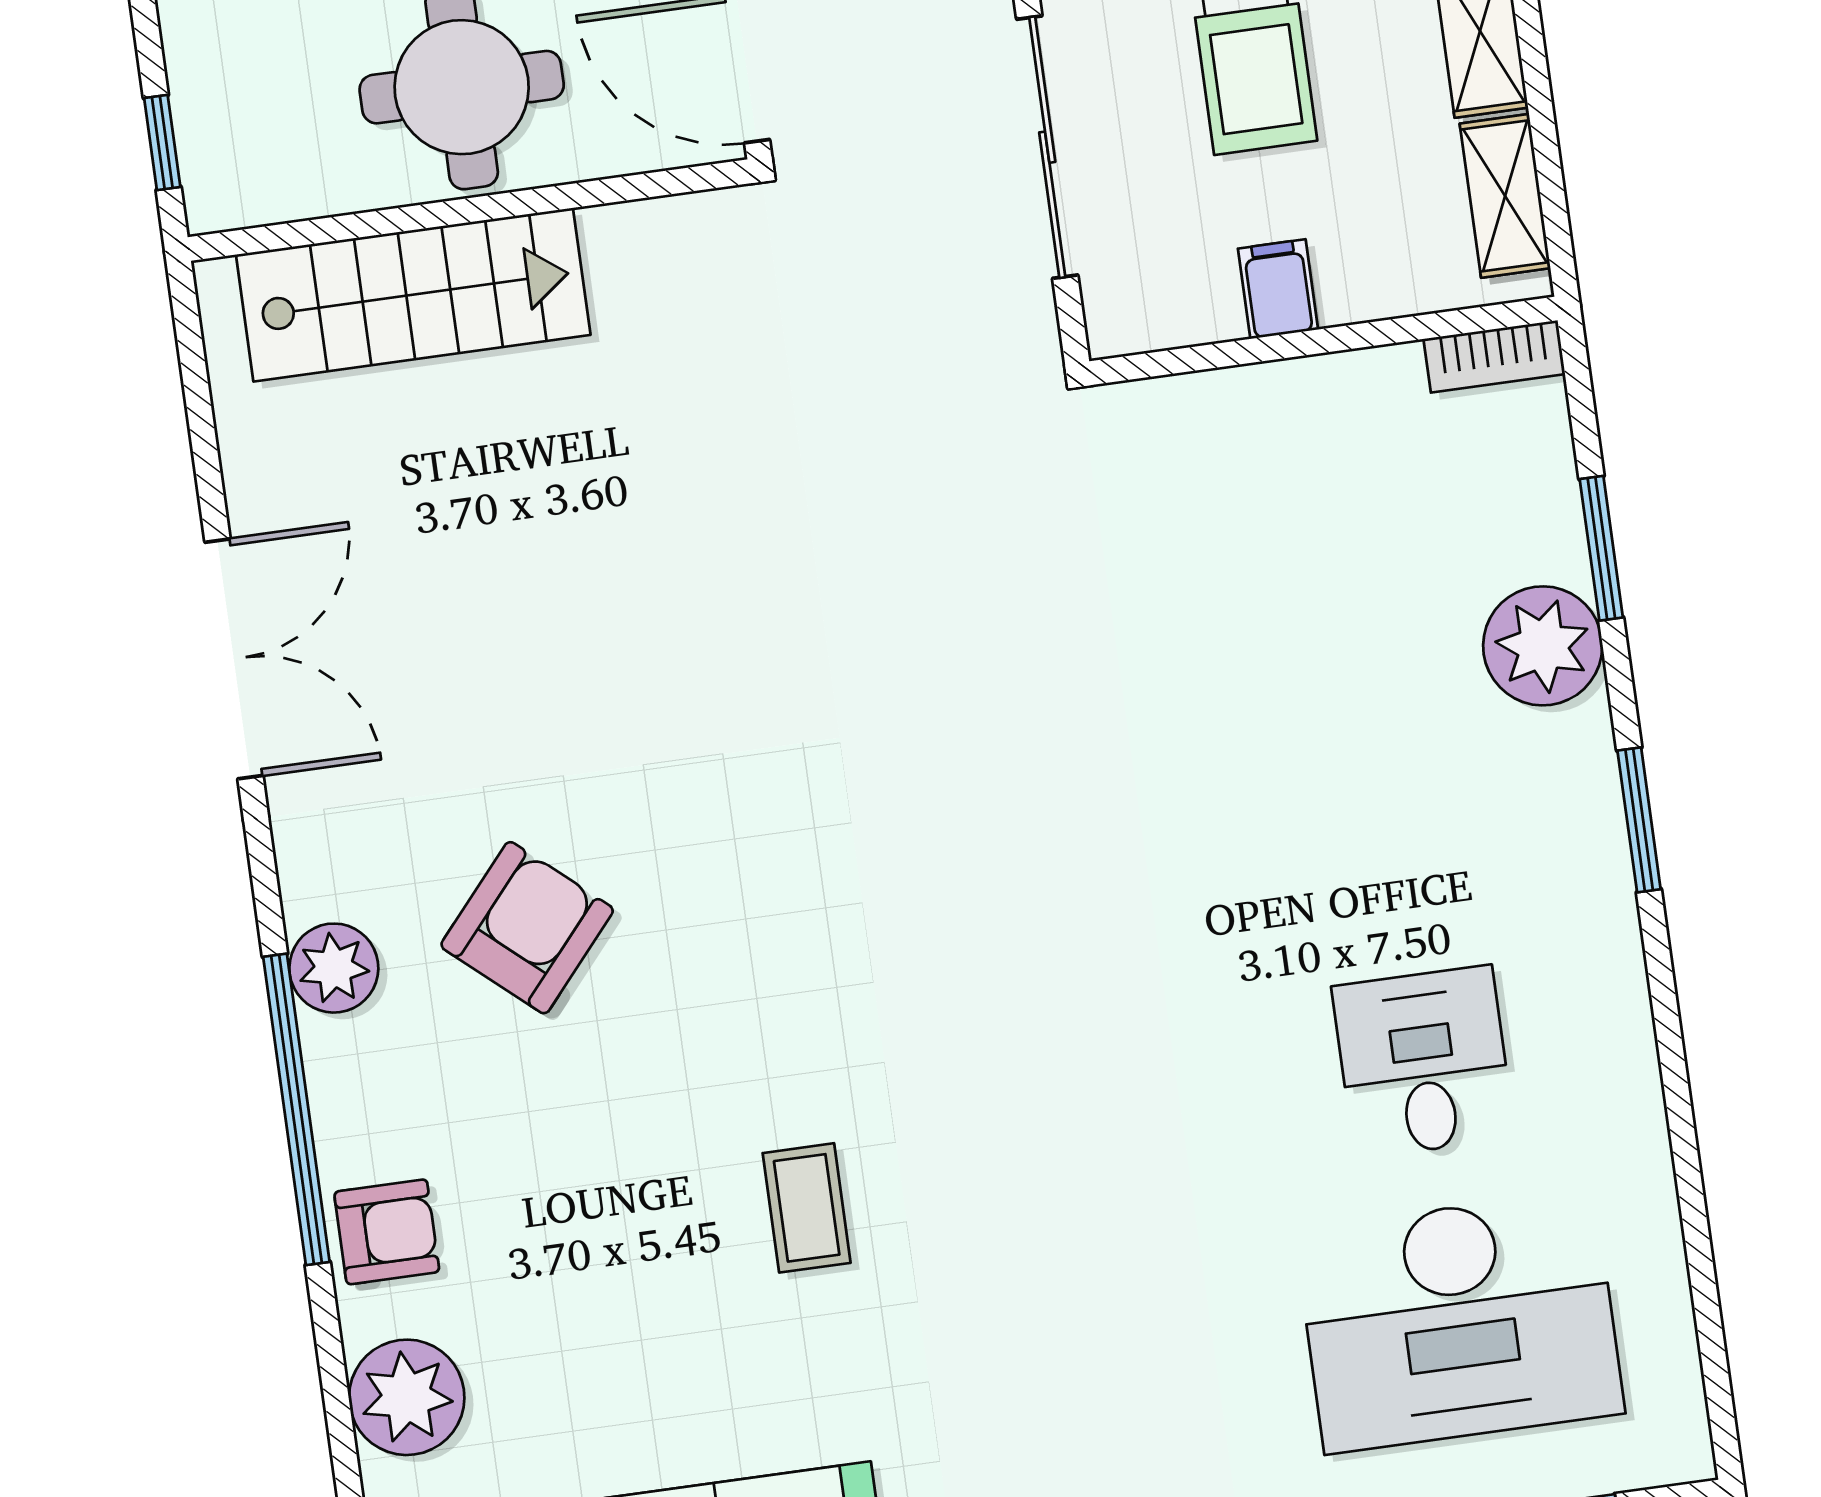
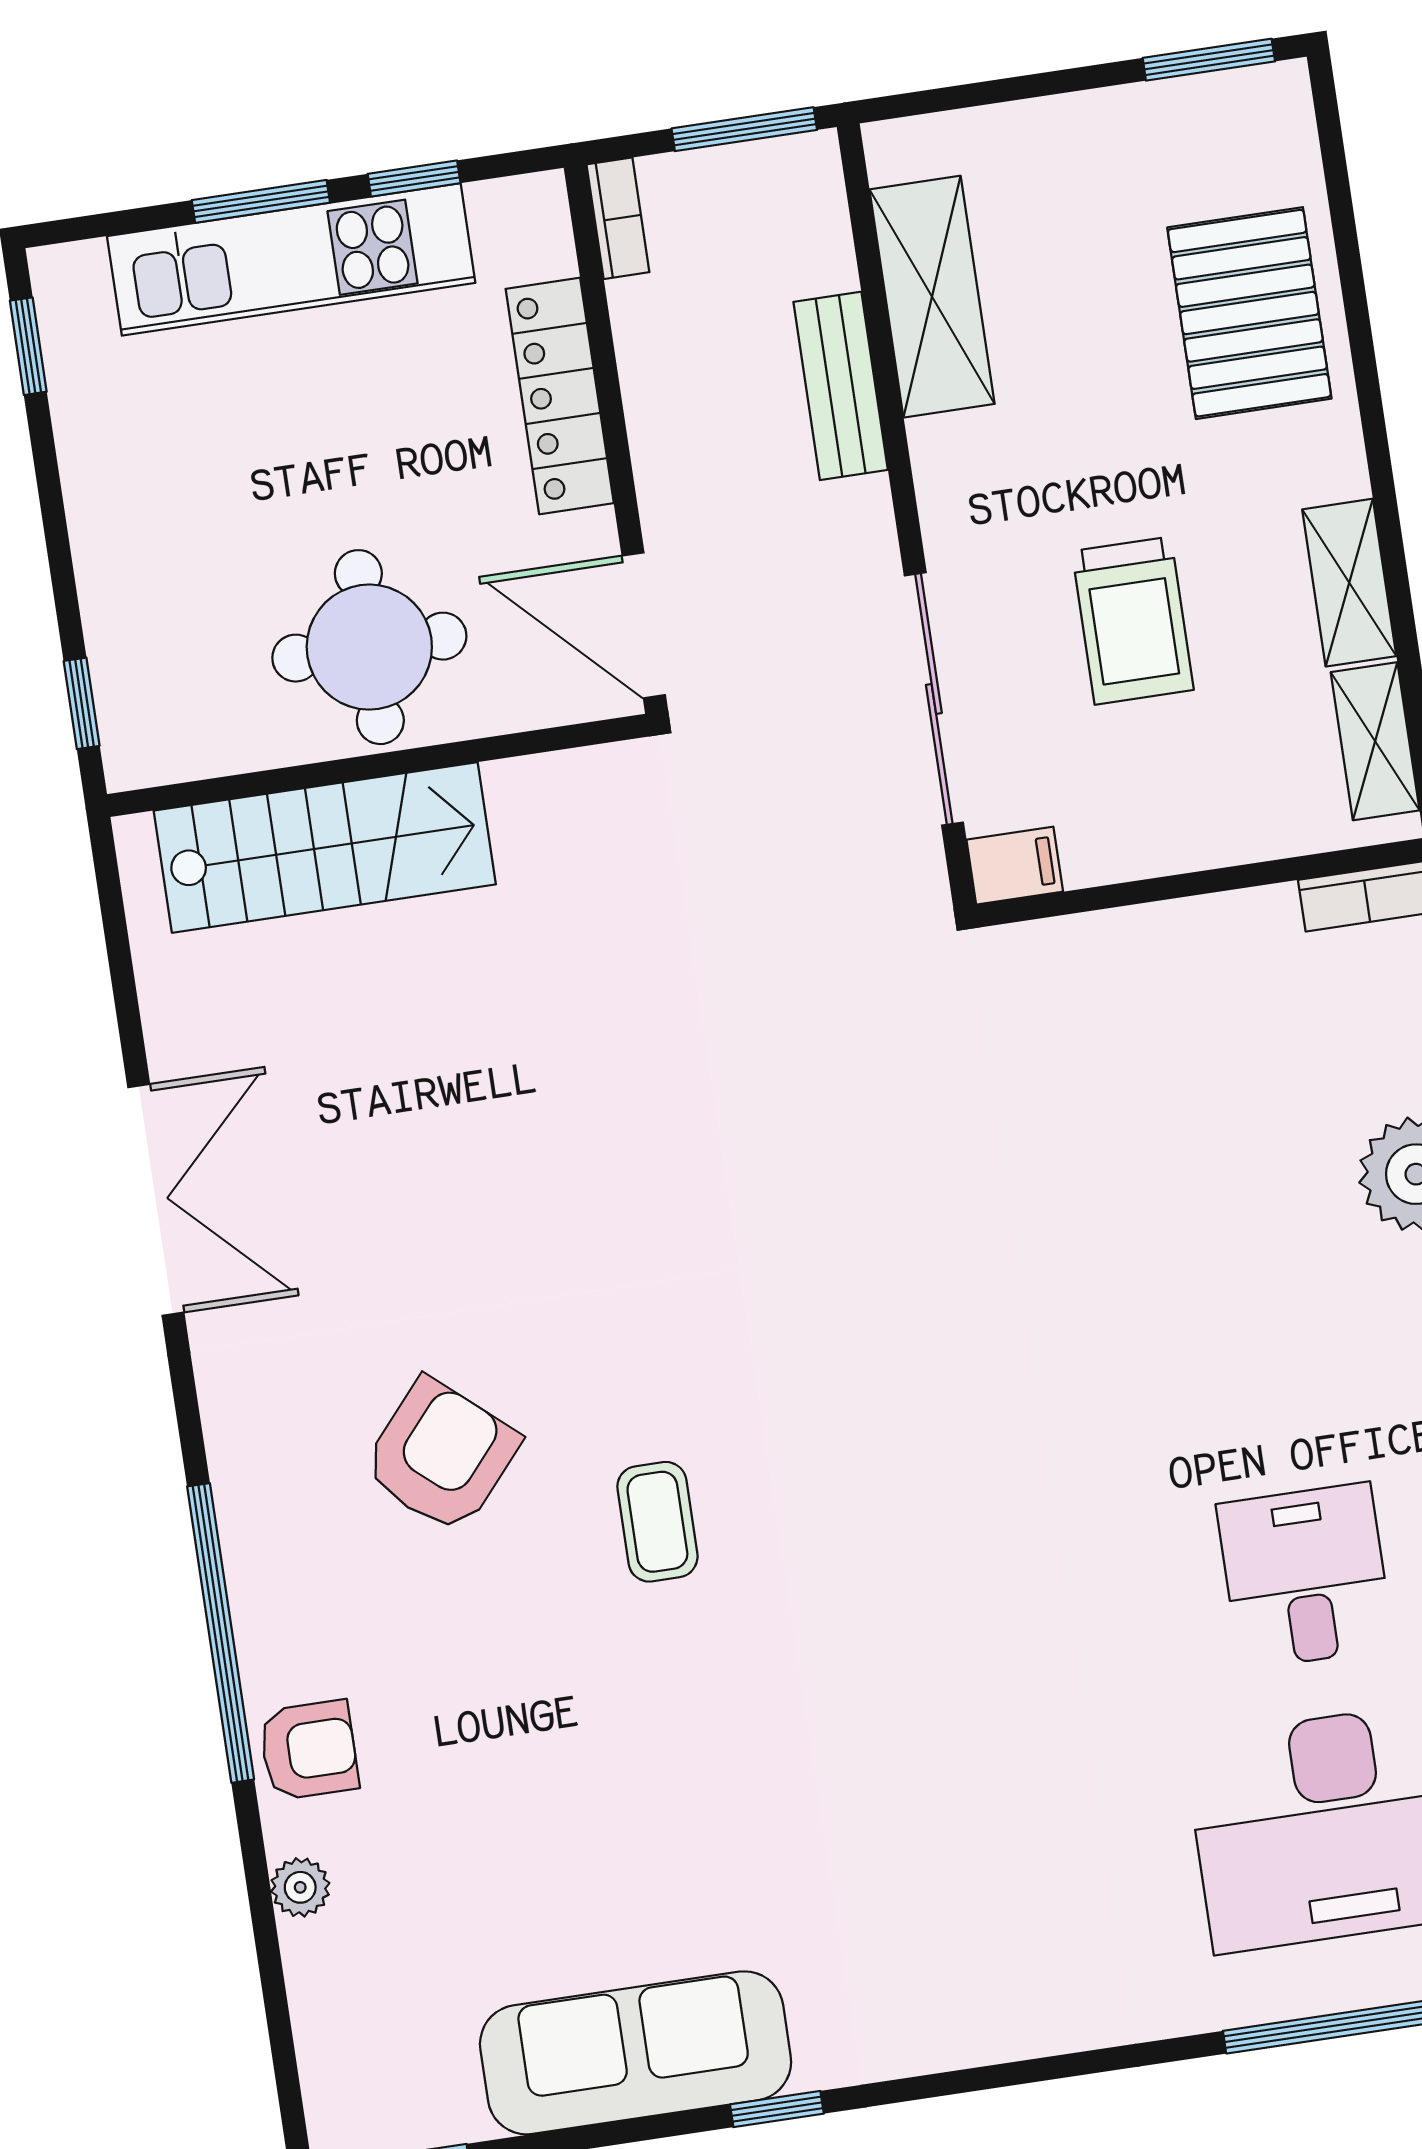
filing cabinet: (1278, 289) -> (1015, 866), moved, turned 90
plant: (334, 968) -> (255, 1497), removed
coffee table: (807, 1208) -> (657, 1522), moved
plant: (407, 1397) -> (300, 1887), width x0.53, depth x0.53

